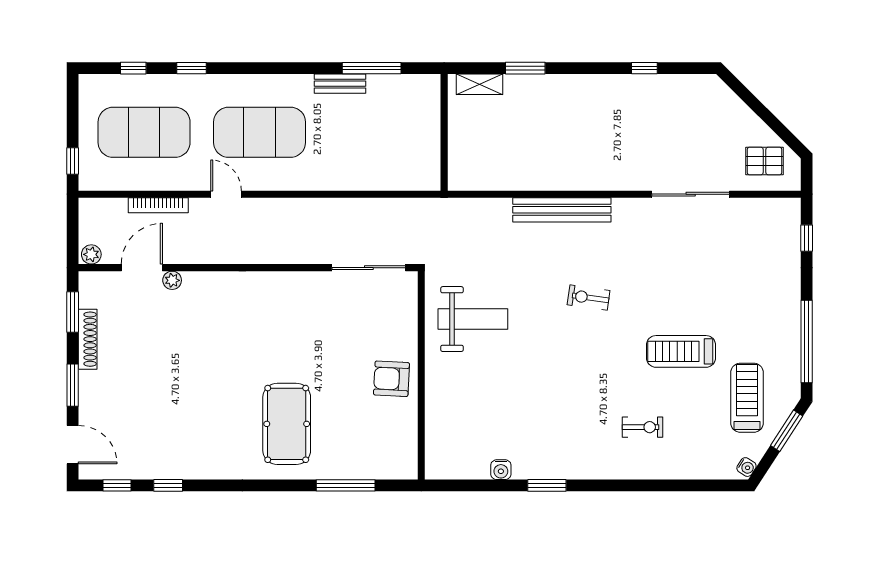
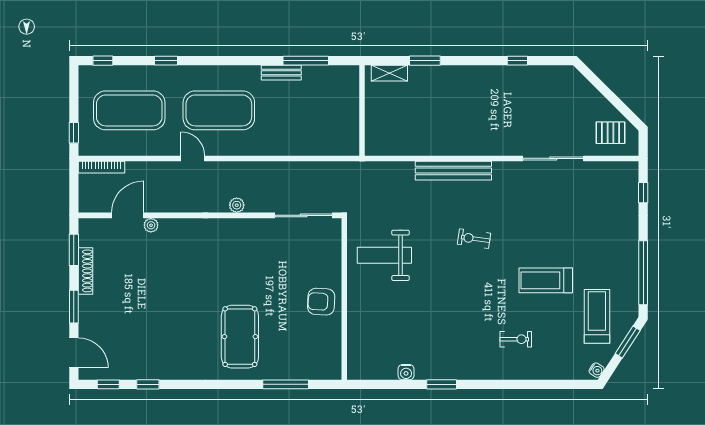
window: (133, 68) -> (103, 61), moved
bookcase: (158, 205) -> (101, 167), moved
plant: (91, 254) -> (237, 205), moved
weight bench: (473, 319) -> (384, 255), turned 180

